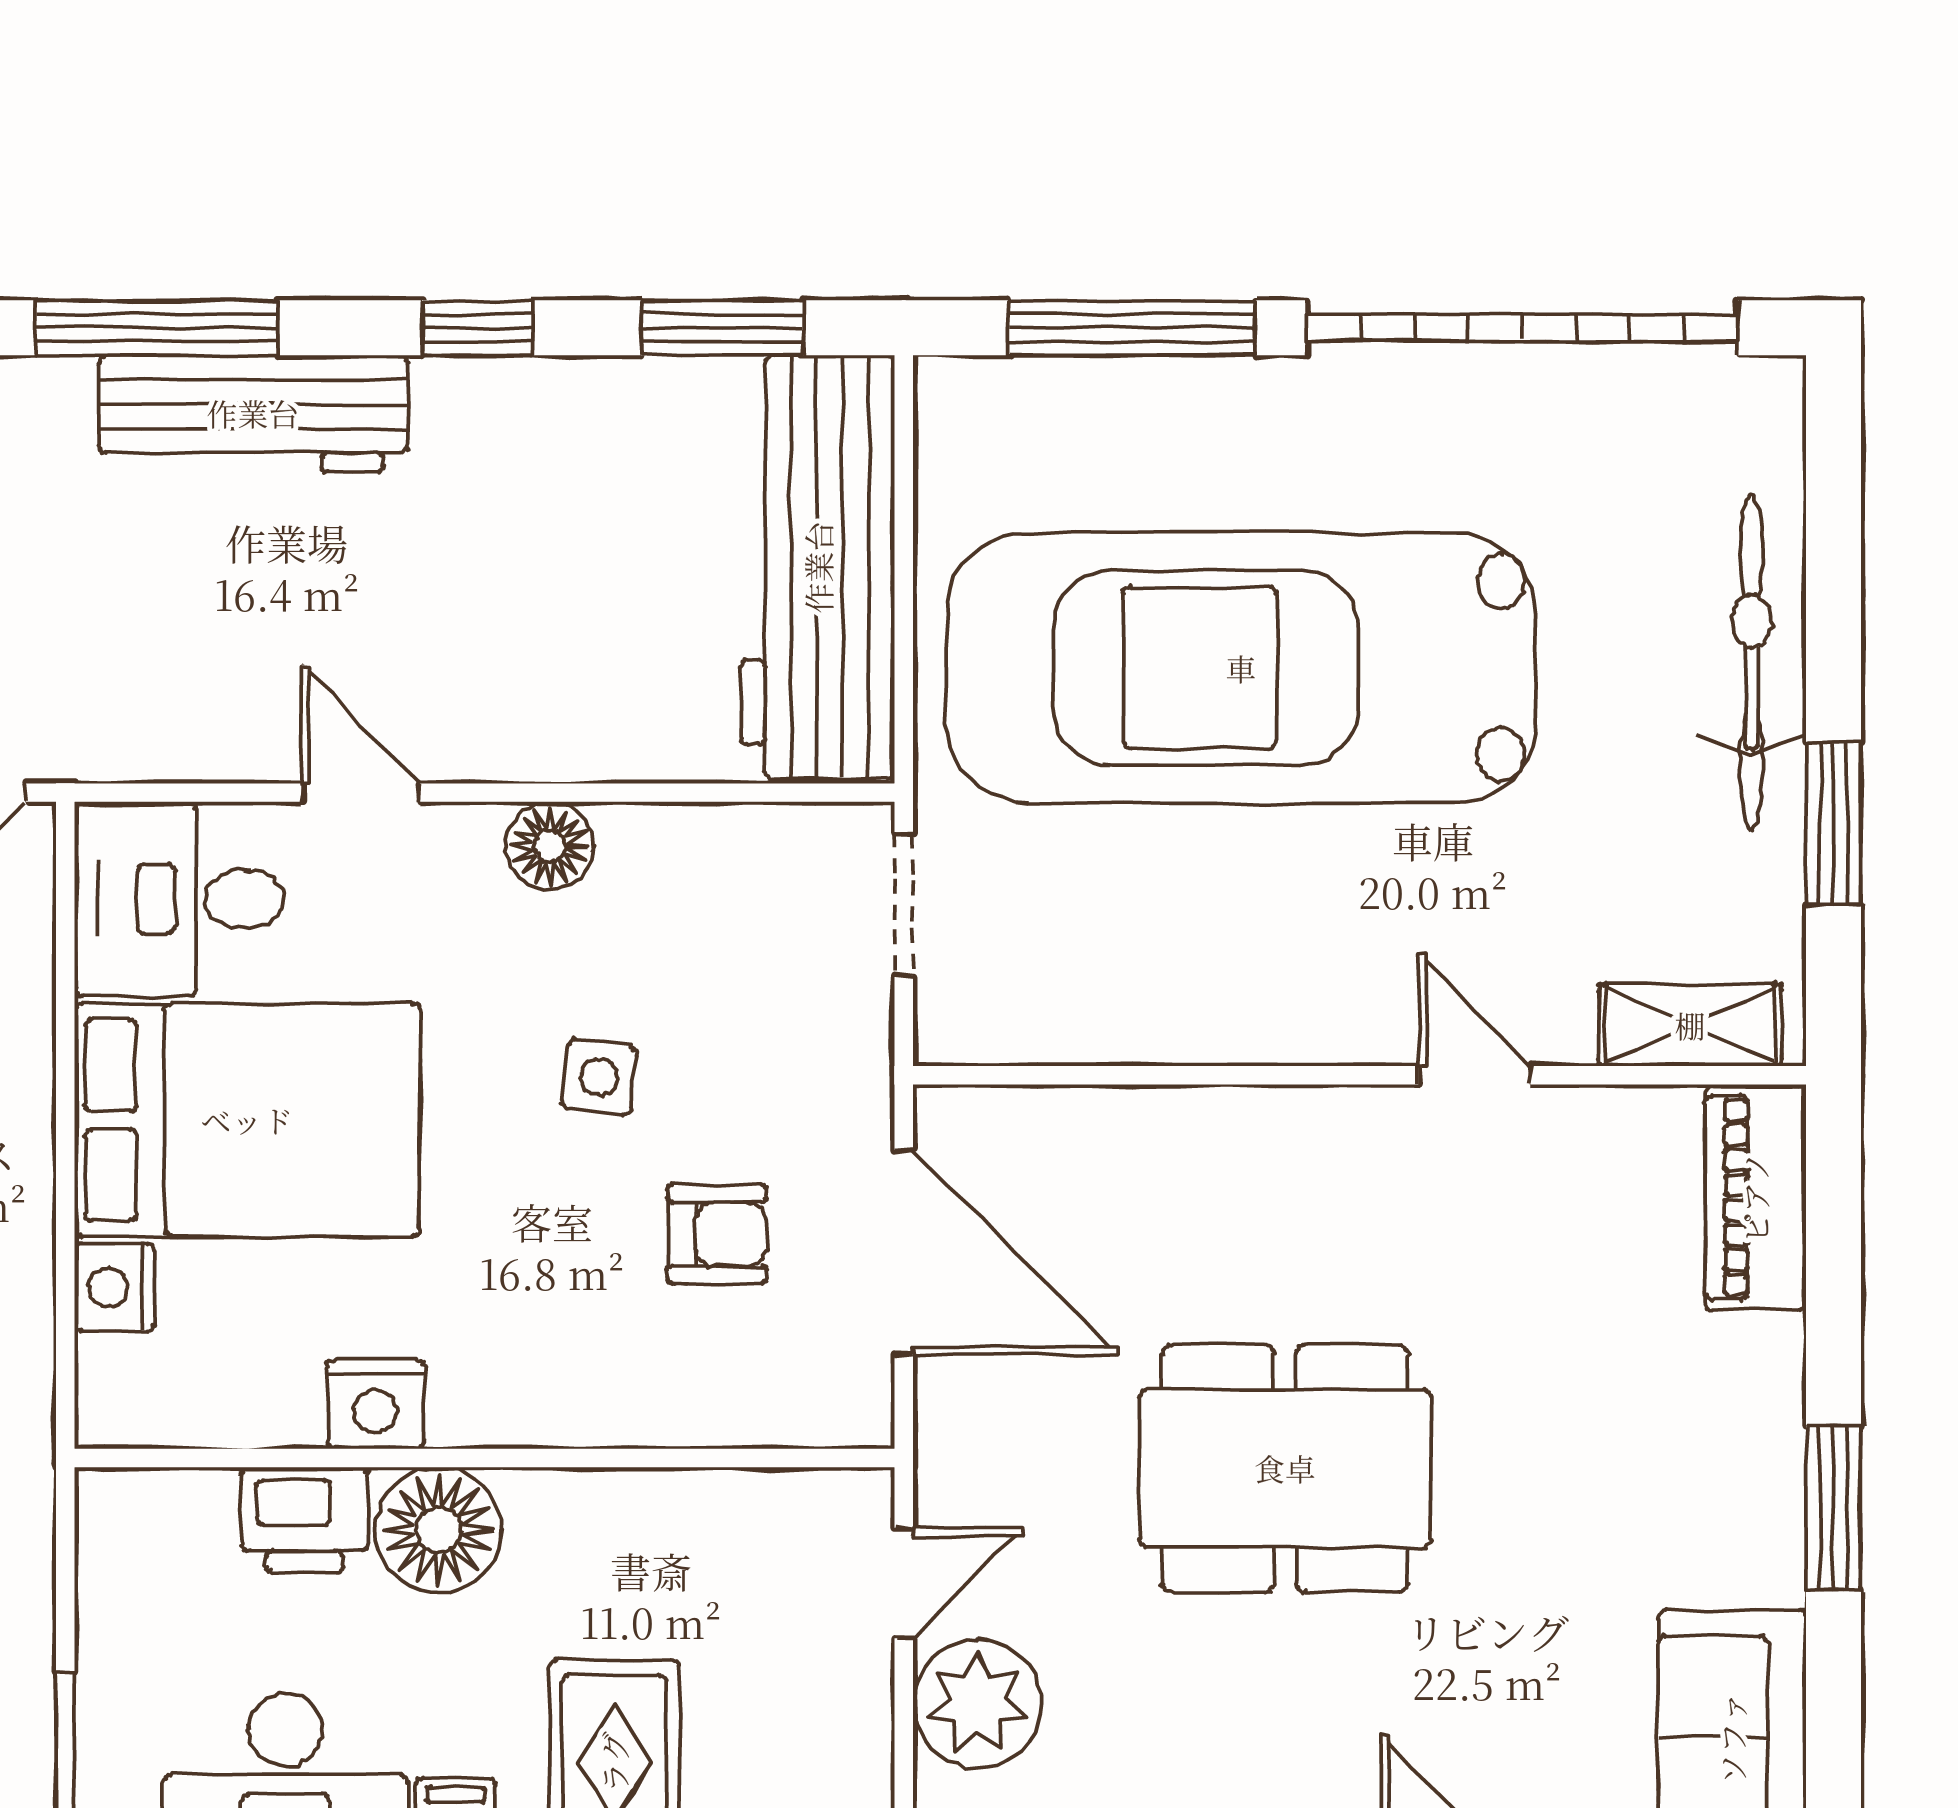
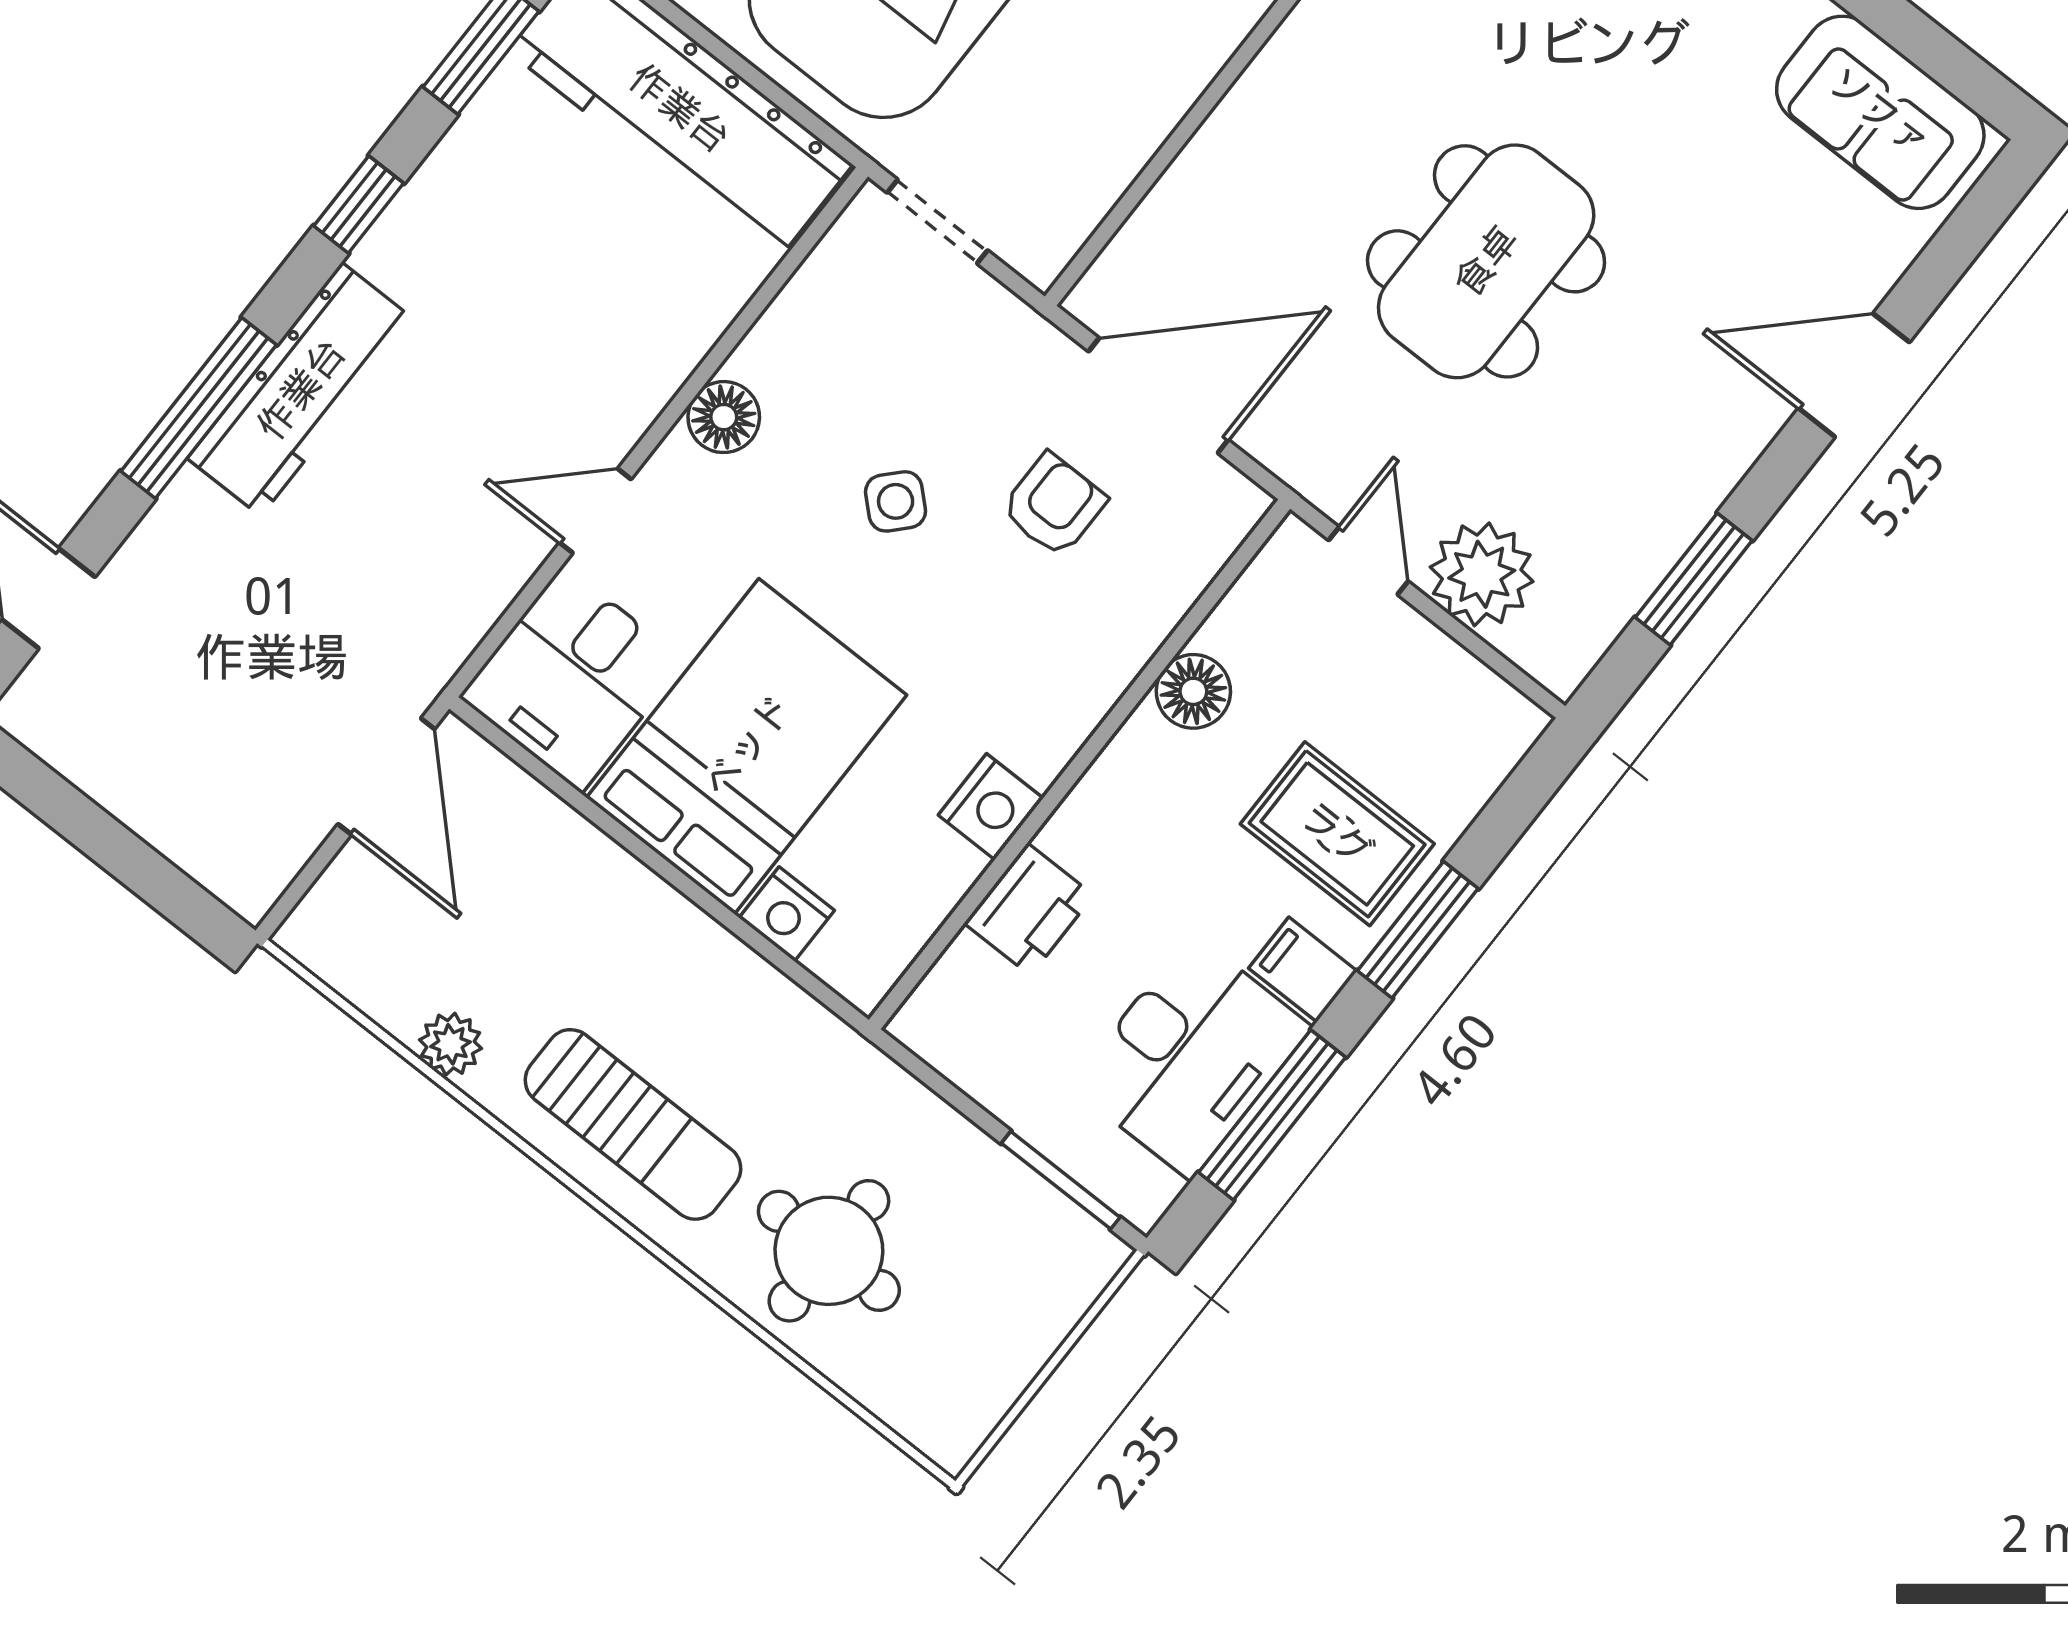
side table: (599, 1078) -> (896, 501), turned 36
floor lamp: (439, 1530) -> (1193, 691), moved, width x0.73, depth x0.73

